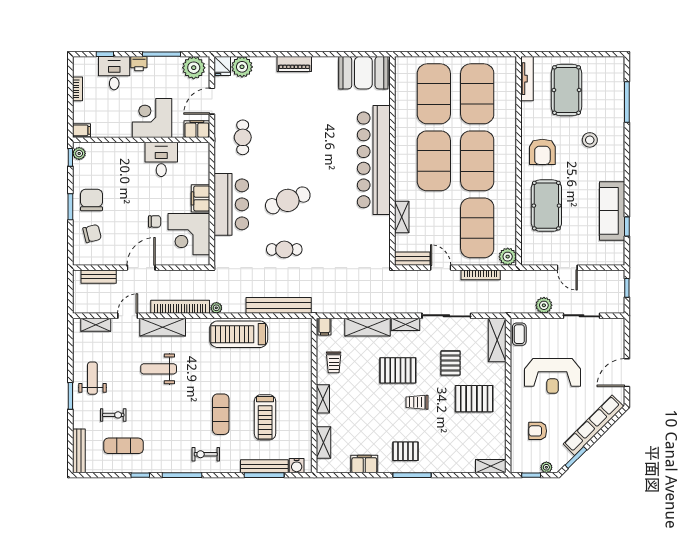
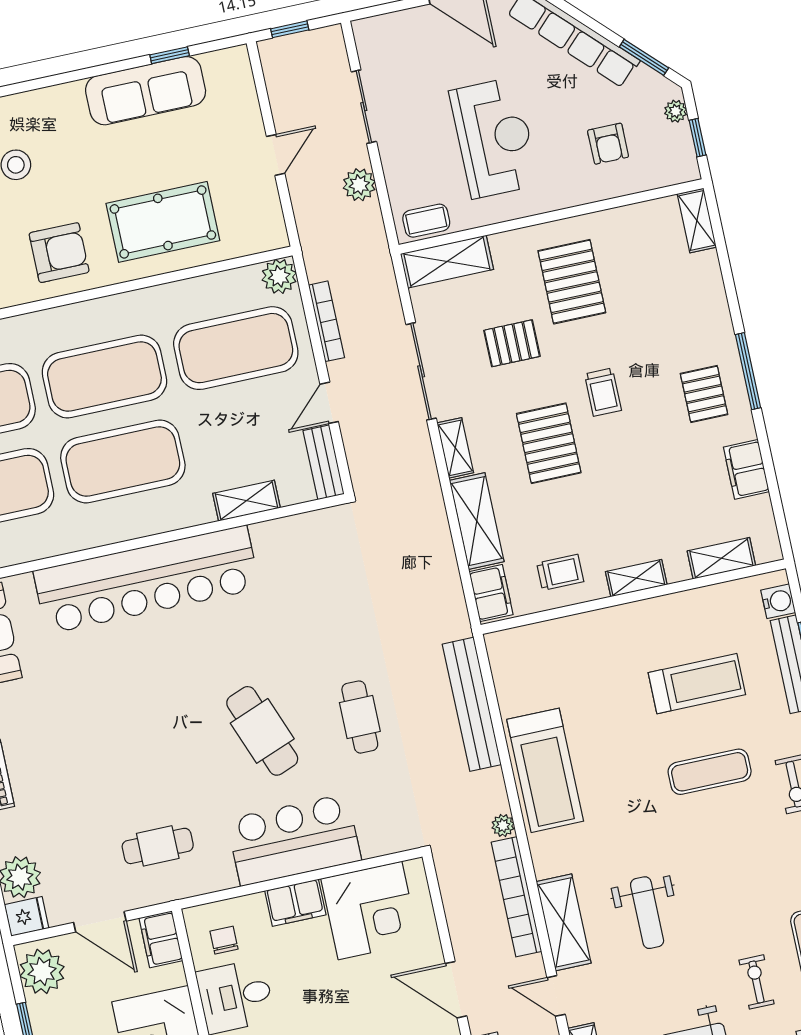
chair: (155, 221) -> (224, 940), moved
filing cabinet: (324, 327) -> (491, 593), width x2.00

